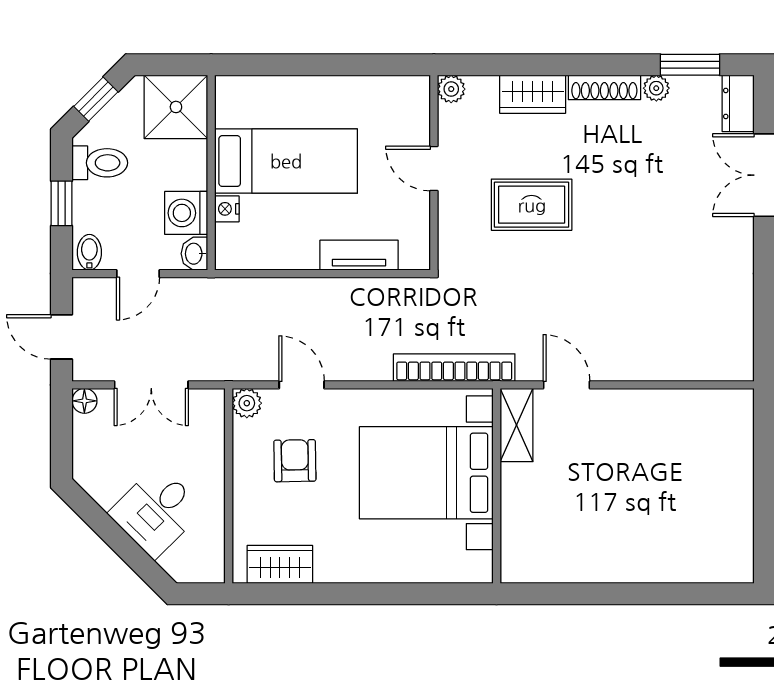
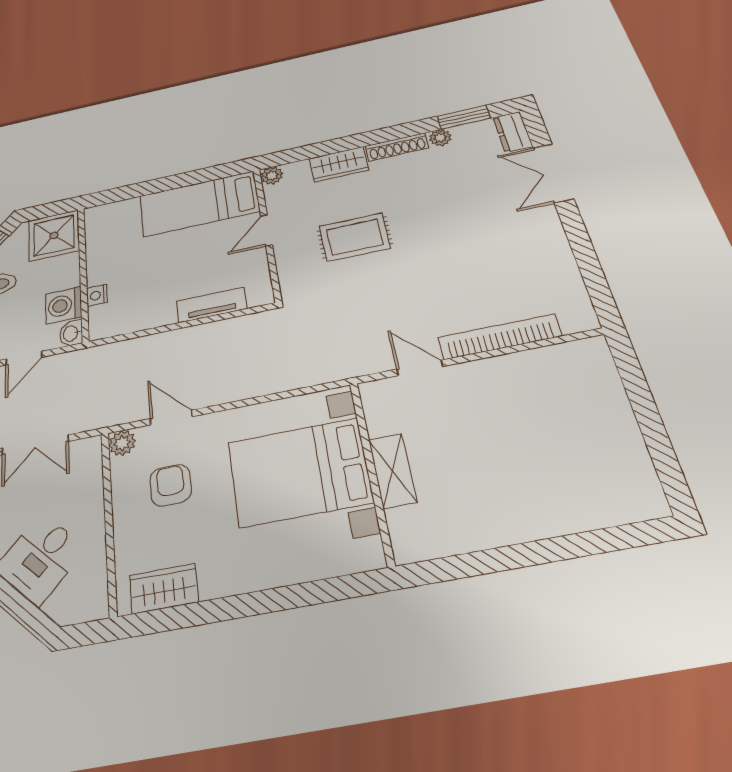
bed: (286, 161) -> (199, 204), moved, turned 180
door: (434, 169) -> (266, 230), hinge flipped
bookcase: (454, 368) -> (499, 337), moved
shelving: (517, 425) -> (392, 471), moved

